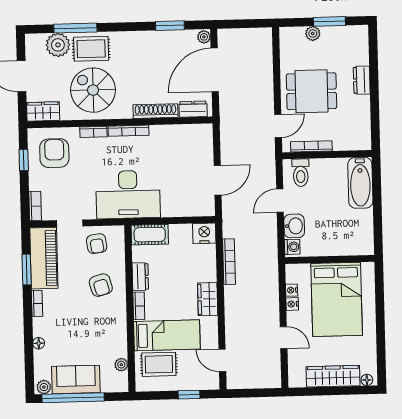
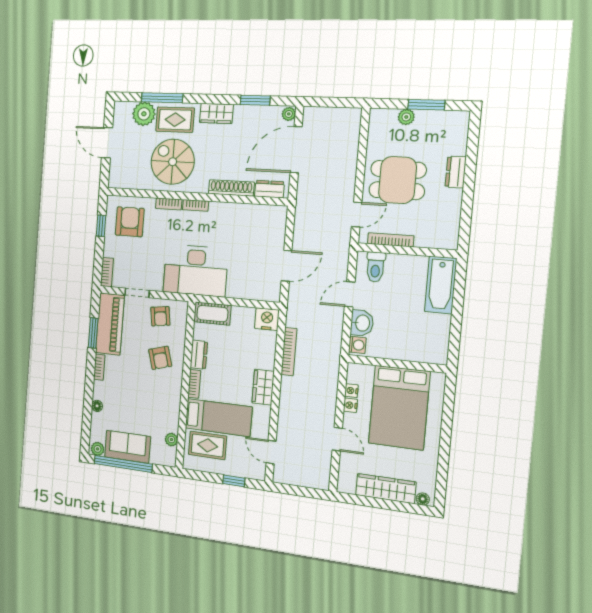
wardrobe: (43, 111) -> (216, 113), moved, turned 180
bookcase: (129, 131) -> (196, 205), width x0.64

